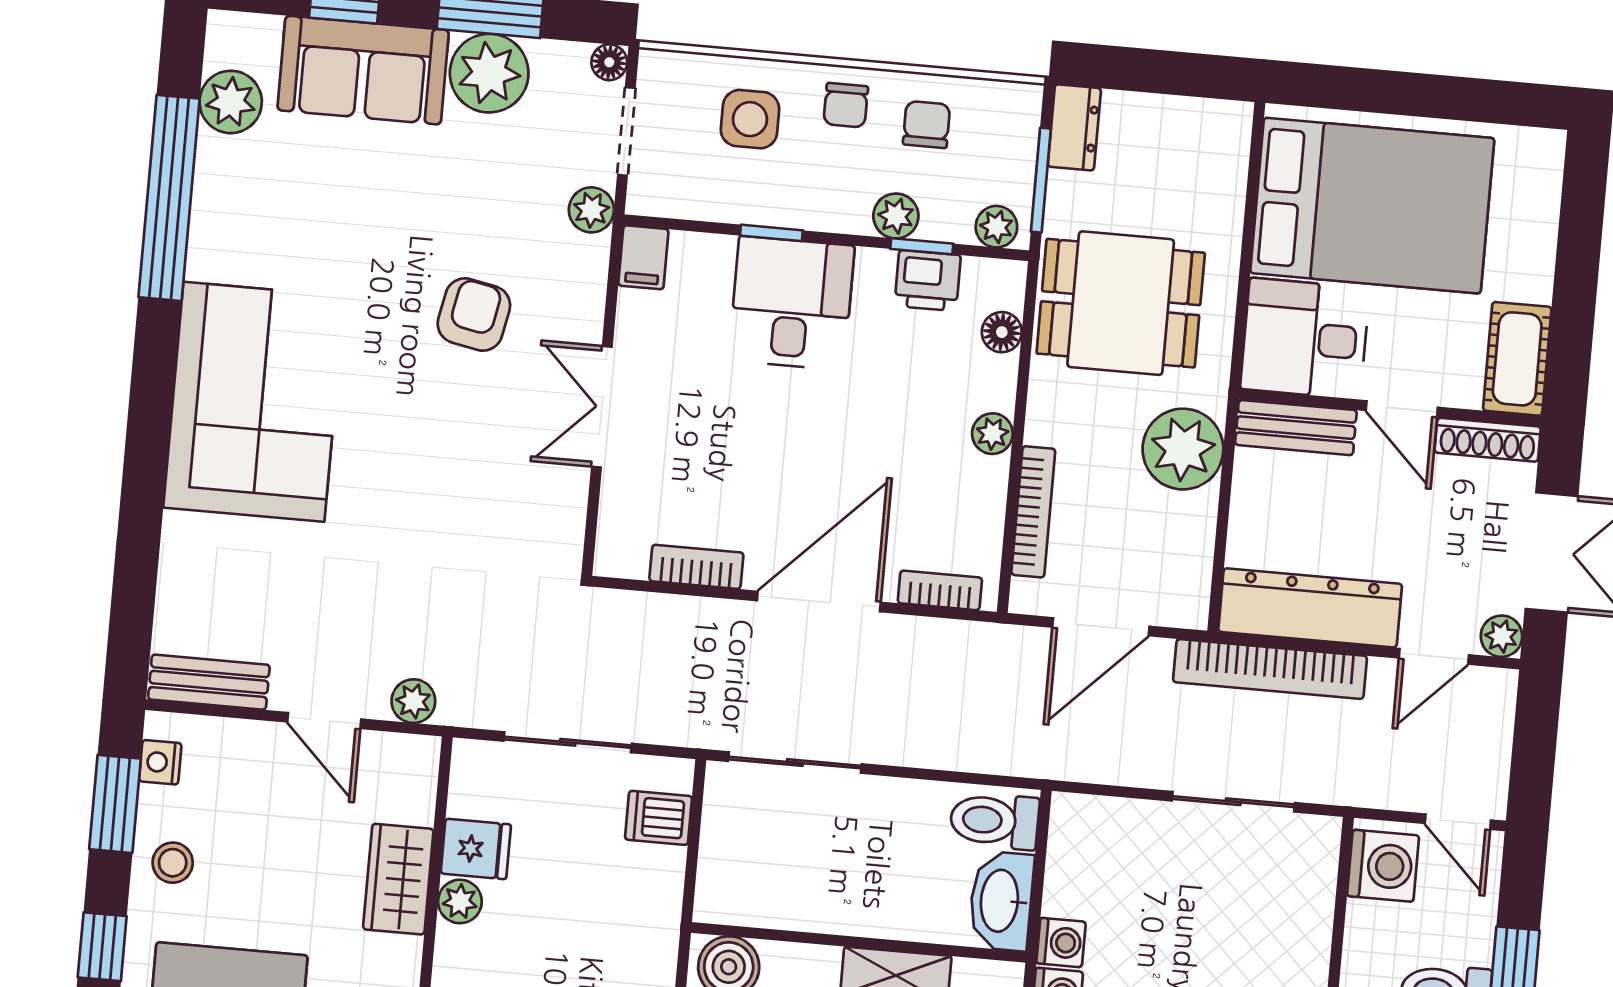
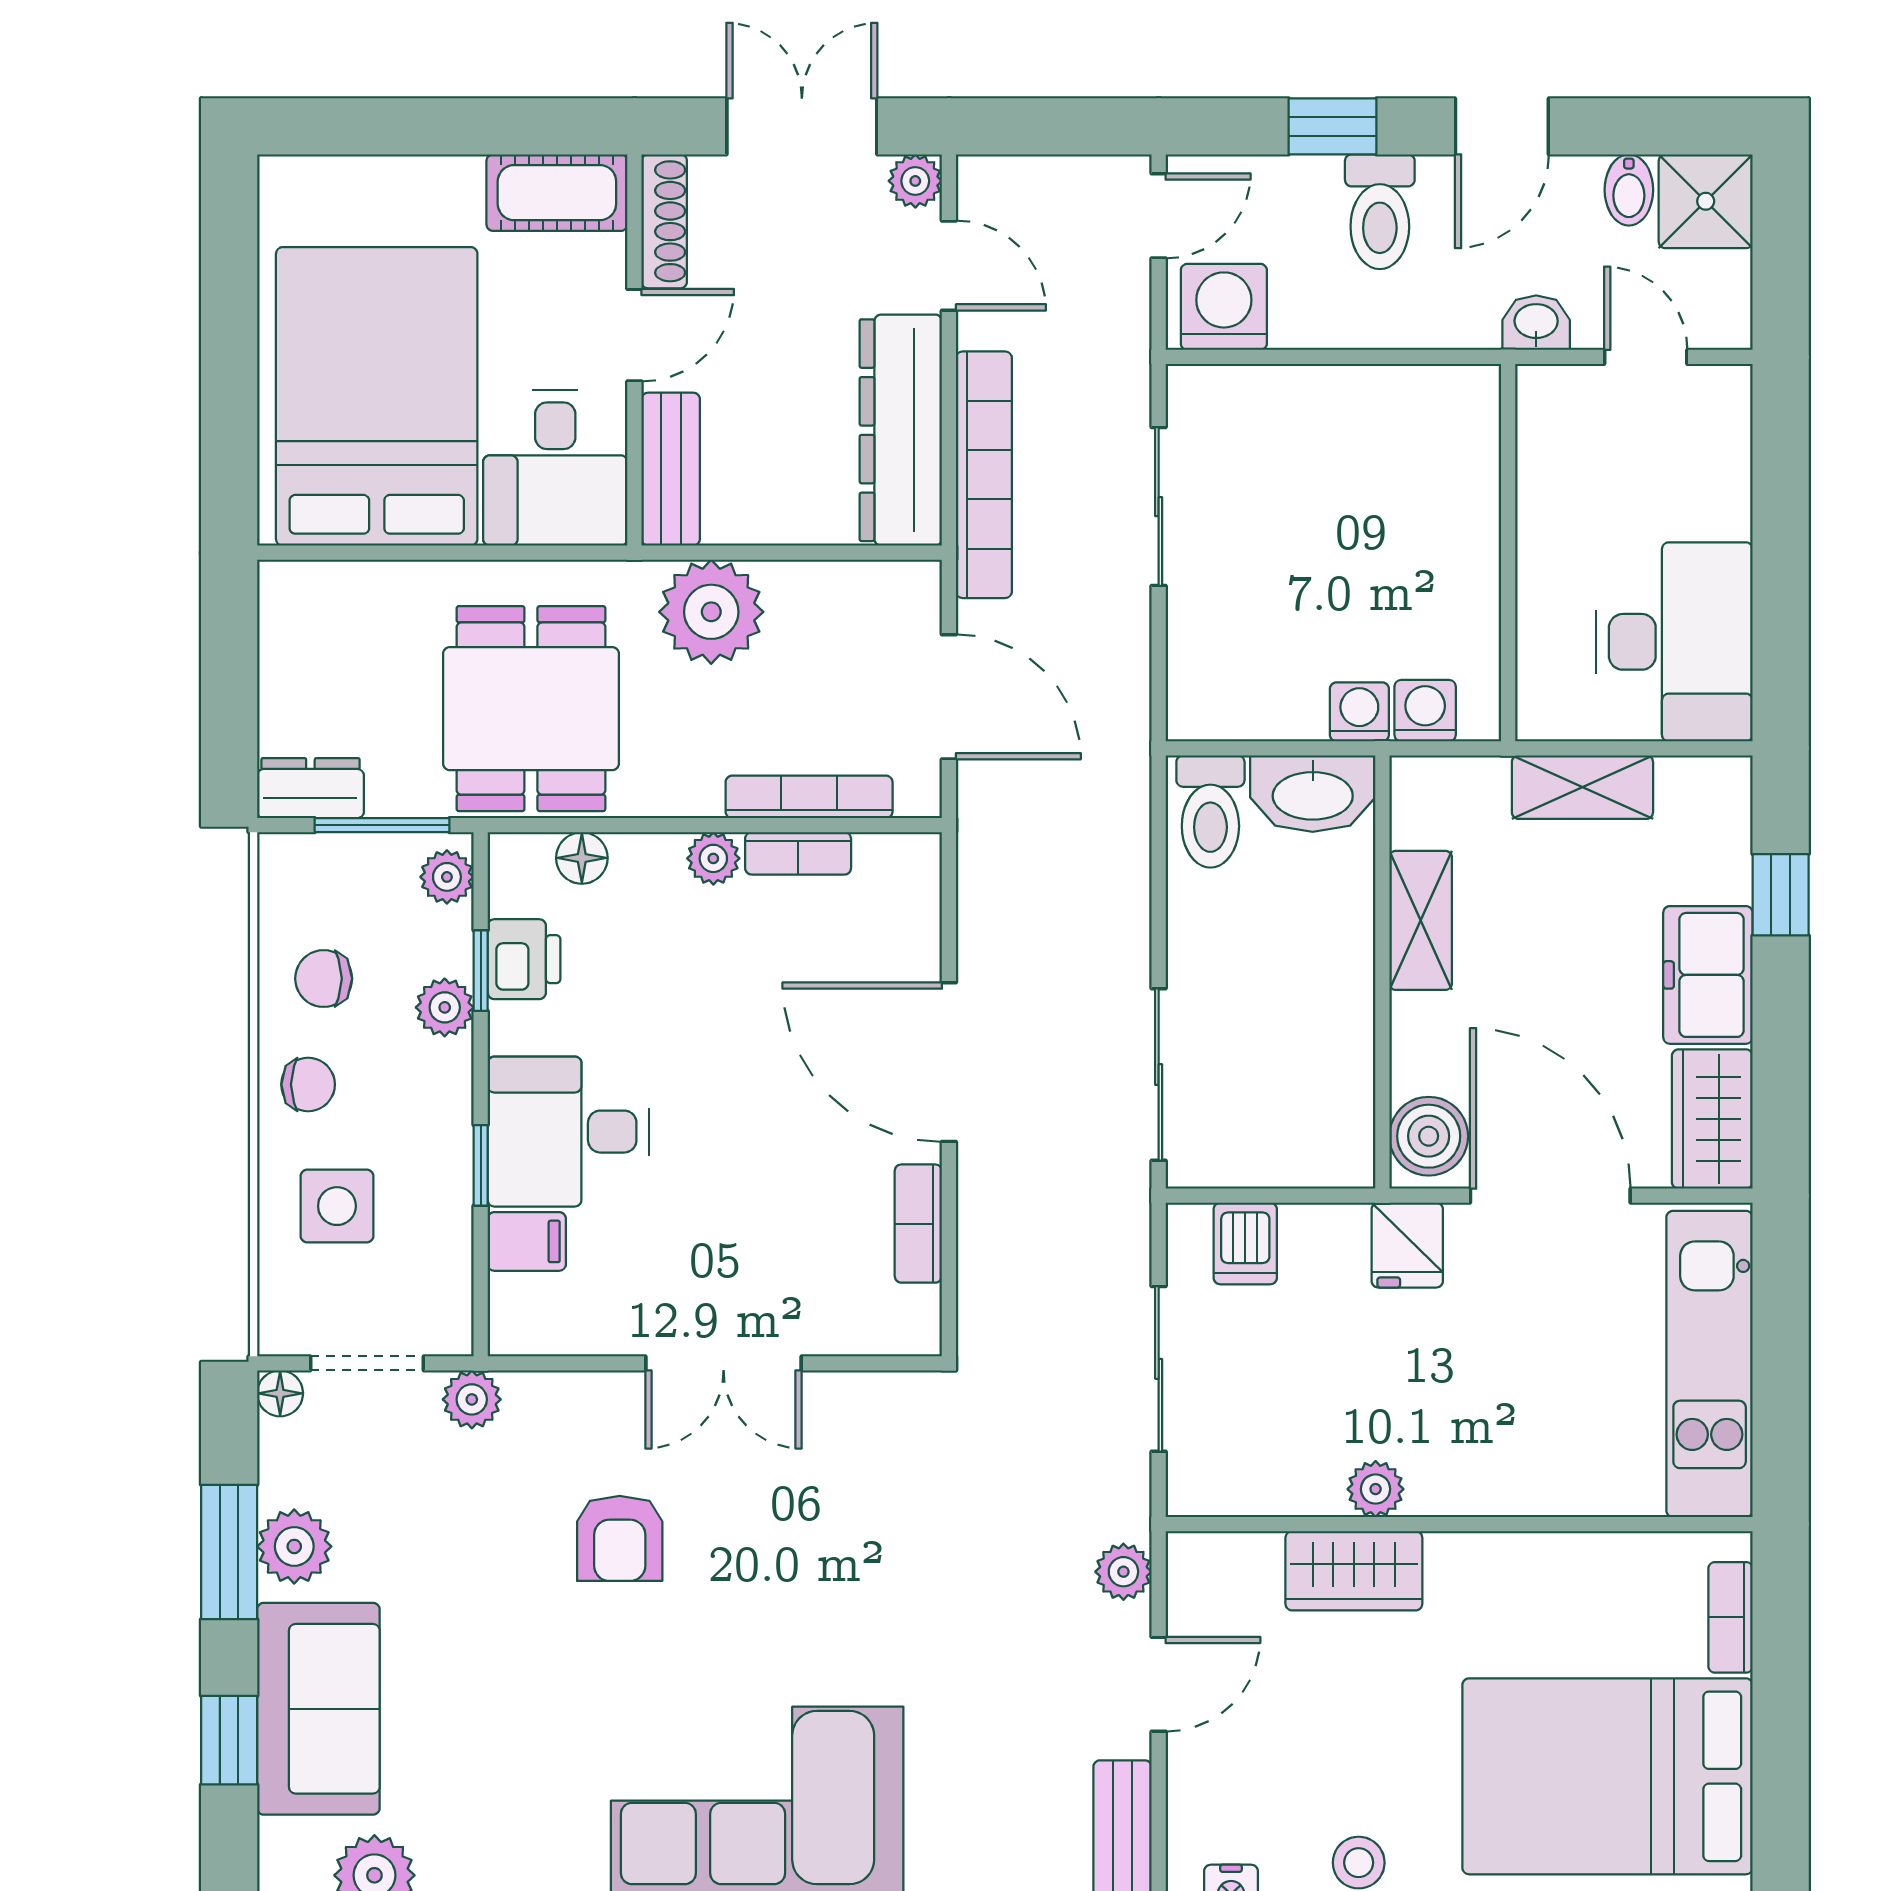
plant: (489, 73) -> (294, 1546), width x0.73, depth x0.73
filing cabinet: (643, 257) -> (527, 1241), moved
armchair: (474, 314) -> (620, 1538), turned -101
bookcase: (940, 590) -> (798, 853), moved, turned -90
fridge: (476, 849) -> (1407, 1245), moved, turned 180

